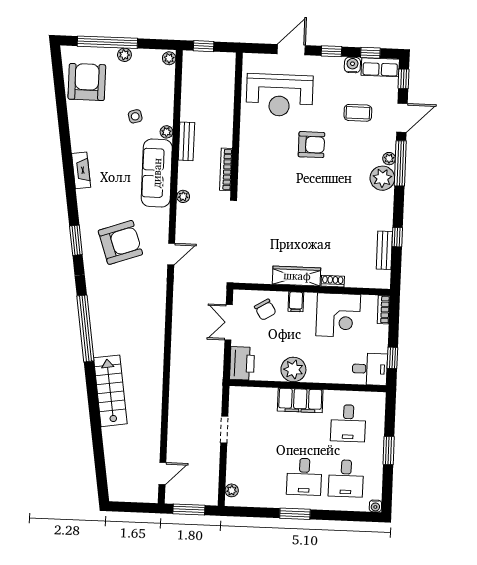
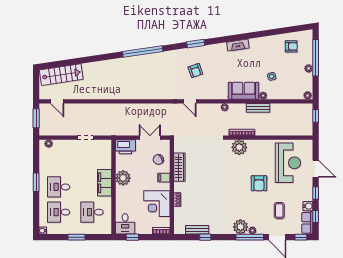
armchair: (87, 82) -> (291, 46), width x0.53, depth x0.53
reception desk: (279, 95) -> (288, 163), turned 180
sofa: (157, 173) -> (244, 91), width x0.73
plant: (250, 175) -> (239, 147), added
armchair: (120, 242) -> (195, 71), width x0.53, depth x0.53
wardrobe: (297, 276) -> (179, 167), moved
stairs: (110, 391) -> (61, 75), moved

